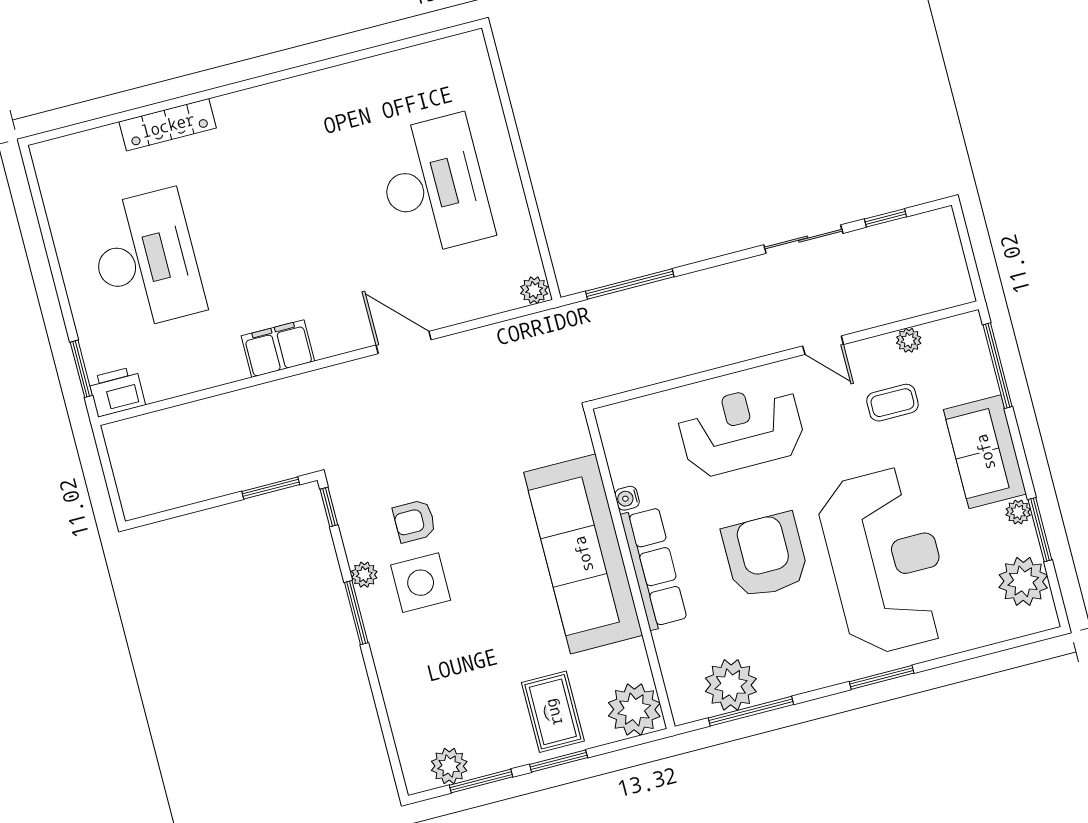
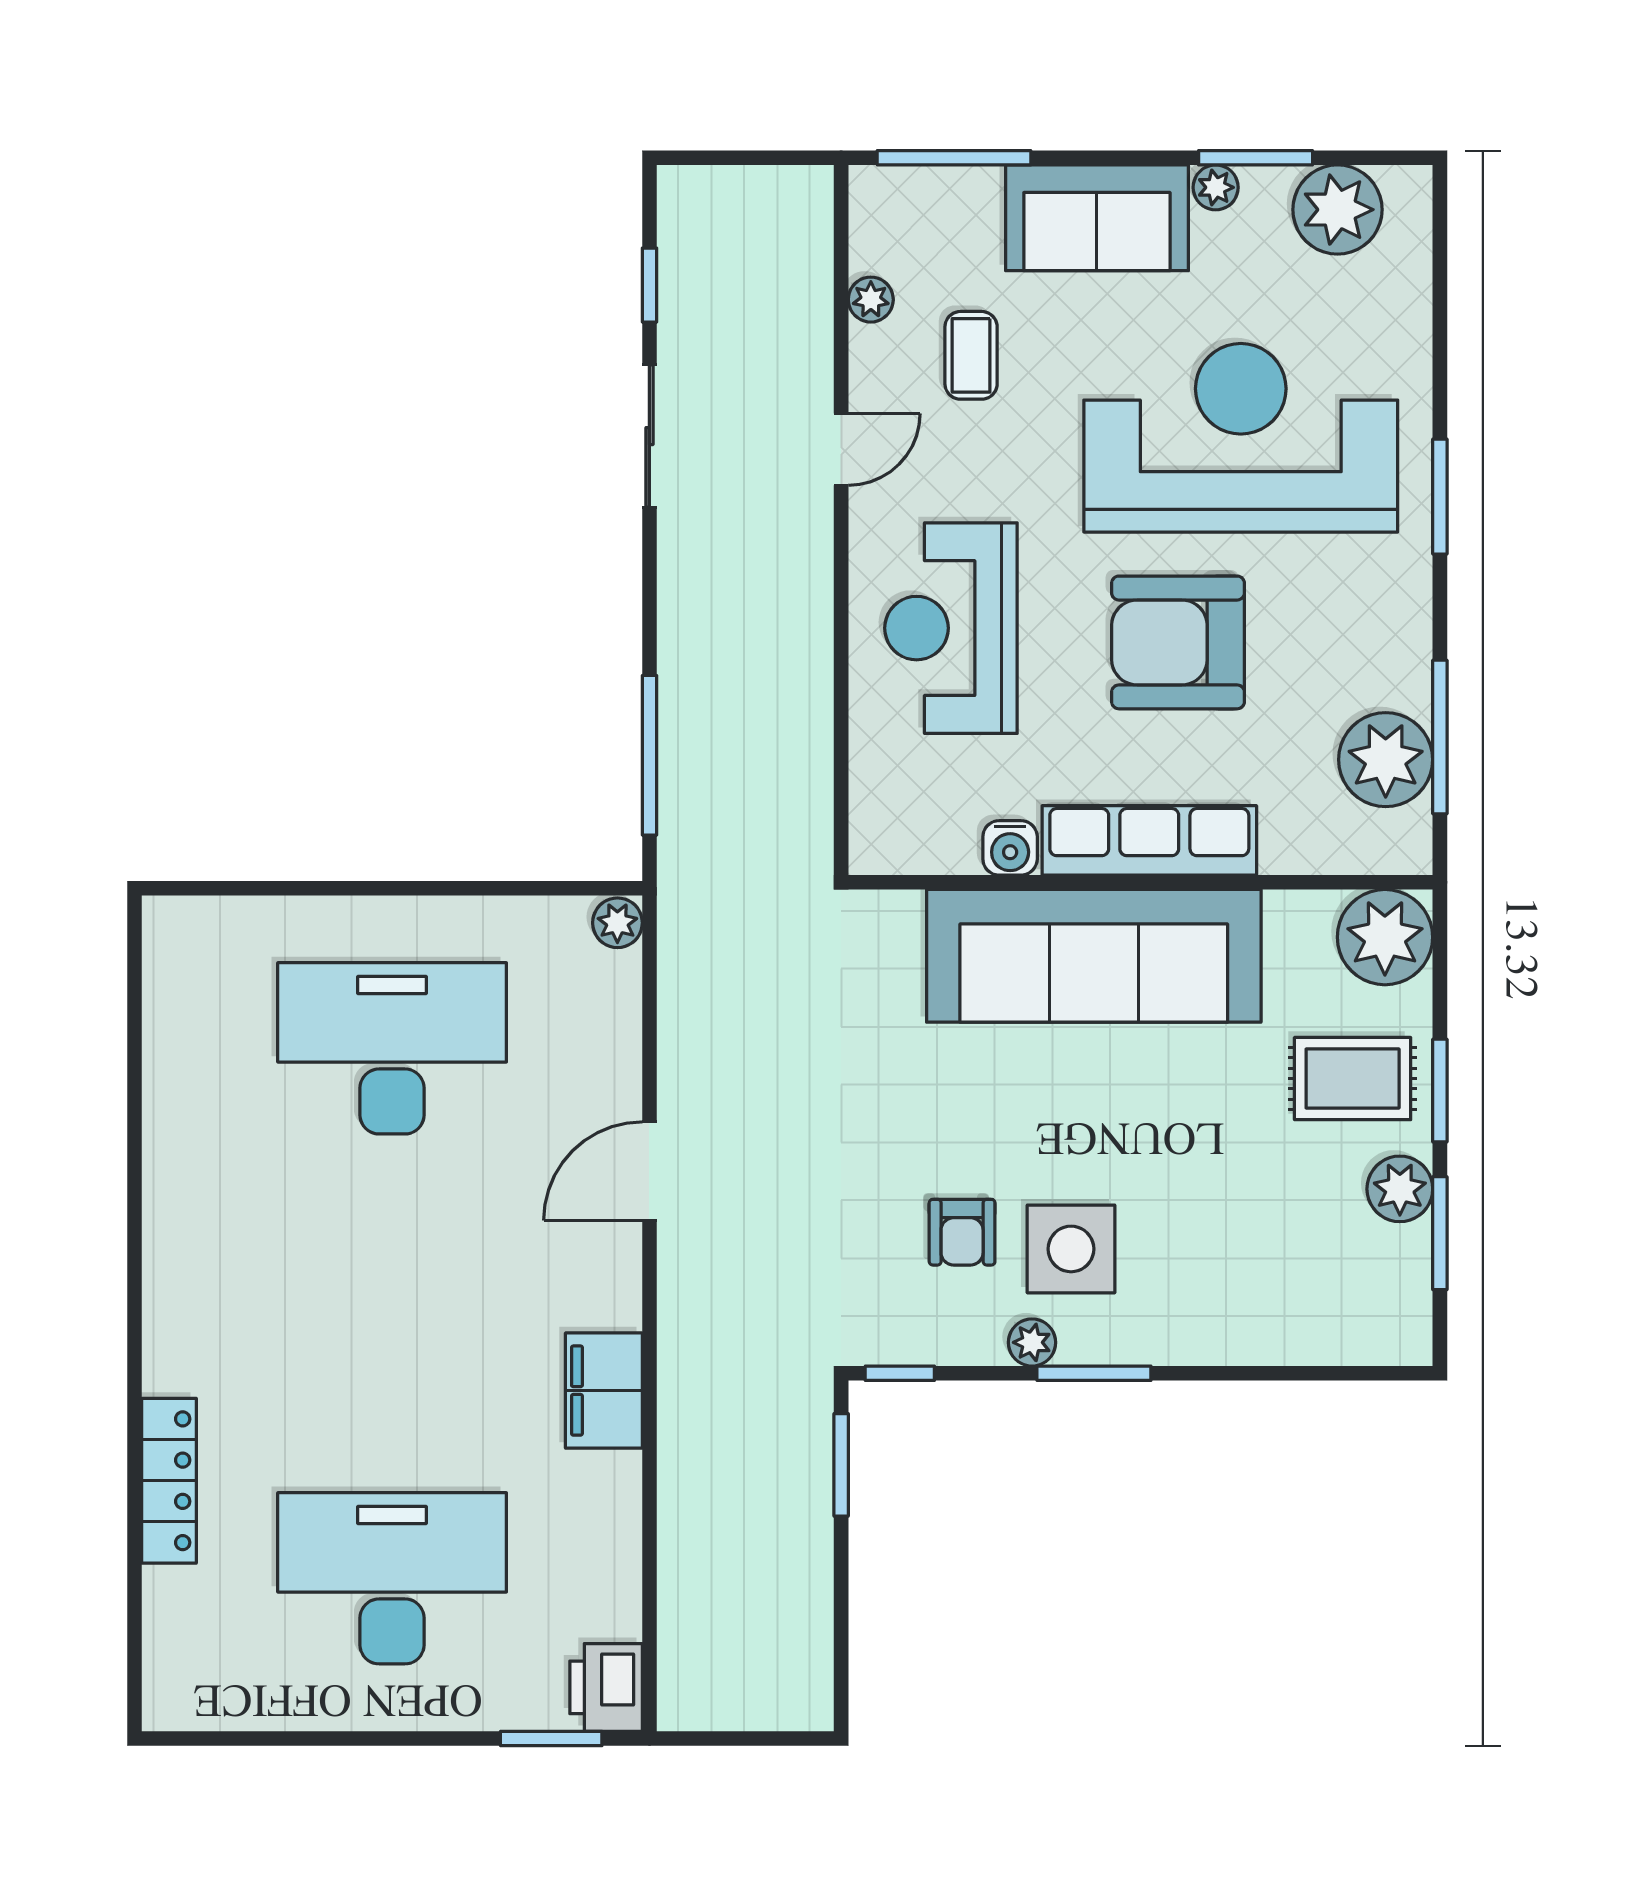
water cooler: (627, 498) -> (1010, 848), width x1.38, depth x1.38
plant: (449, 766) -> (1400, 1189), moved

